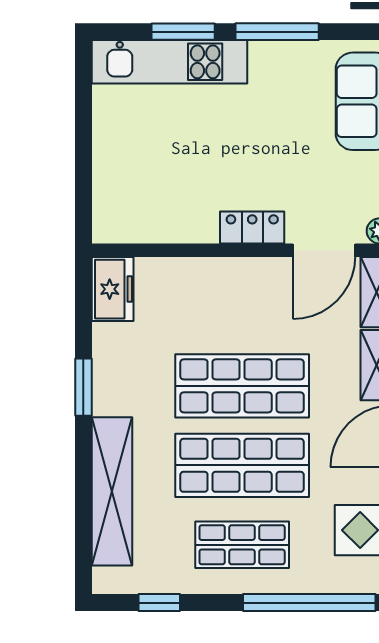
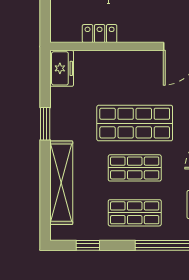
locker: (252, 227) -> (100, 34), moved
shop shelf: (242, 465) -> (135, 168), width x0.70, depth x0.74

